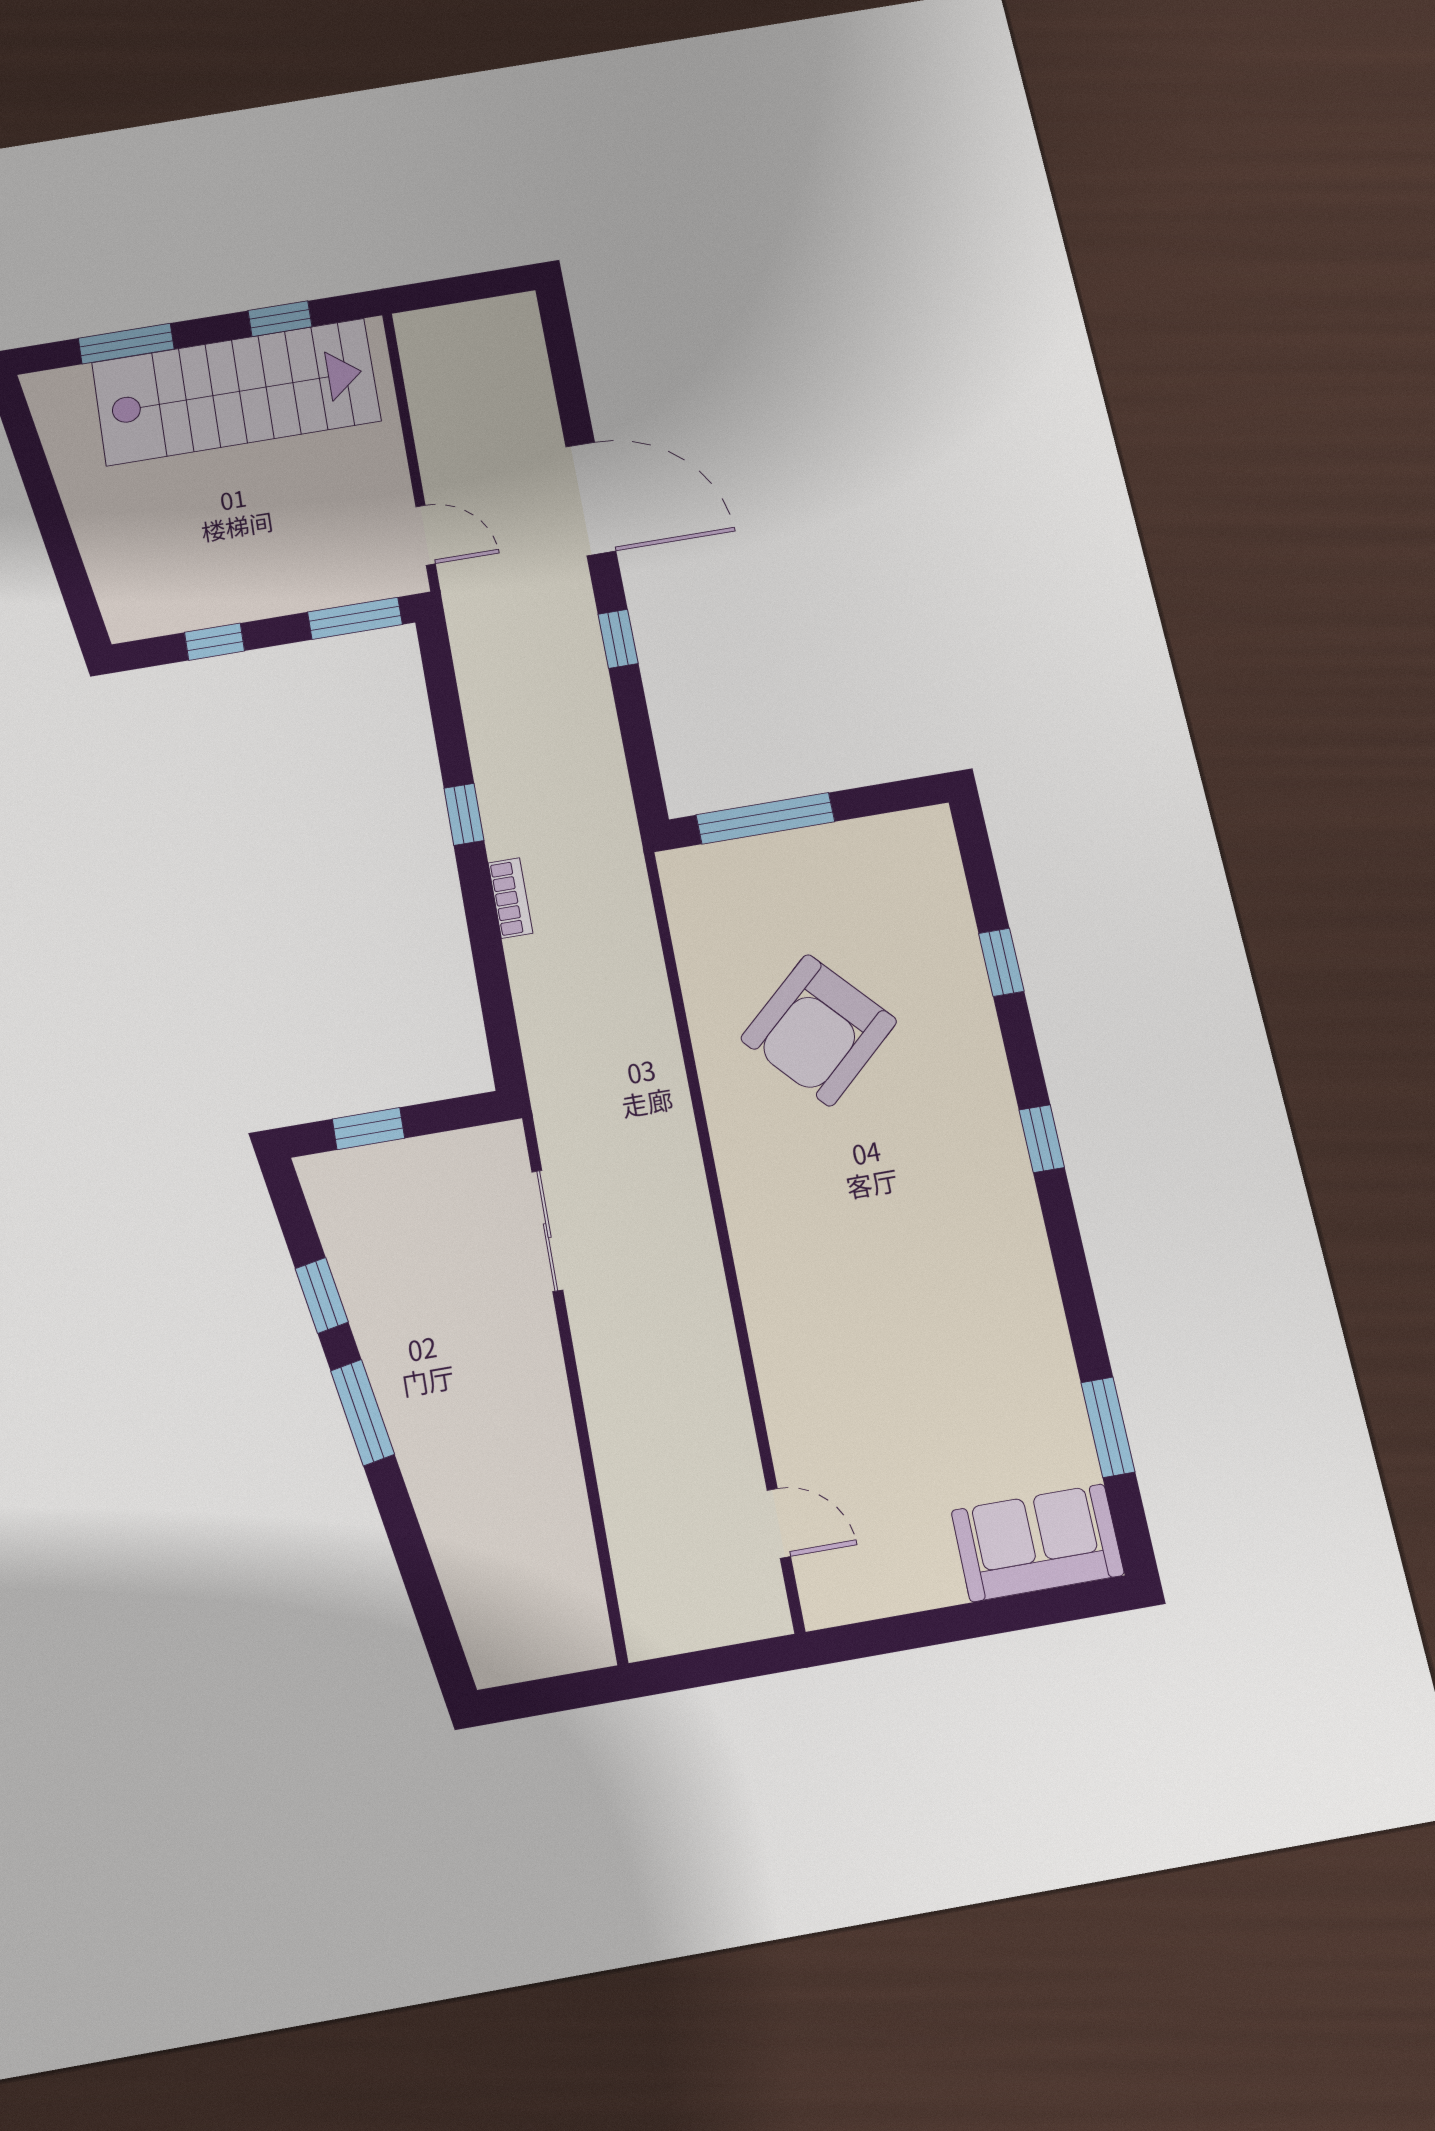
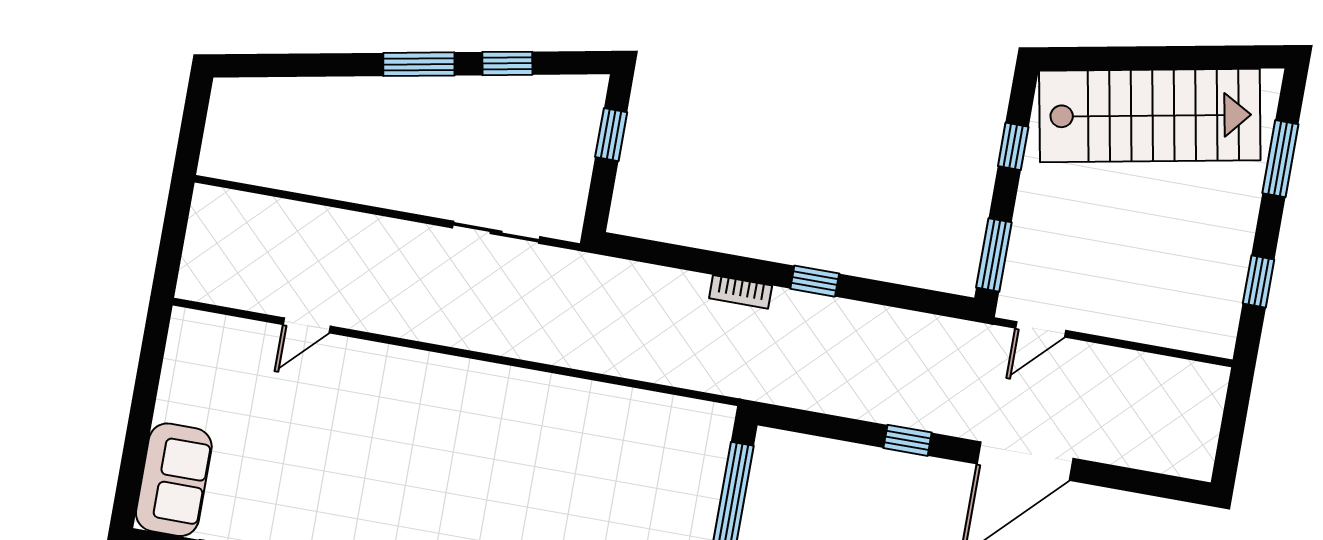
stairs: (236, 392) -> (1150, 116), moved, turned -101
armchair: (819, 1030) -> (567, 472), removed
door: (779, 1523) -> (307, 325), moved

